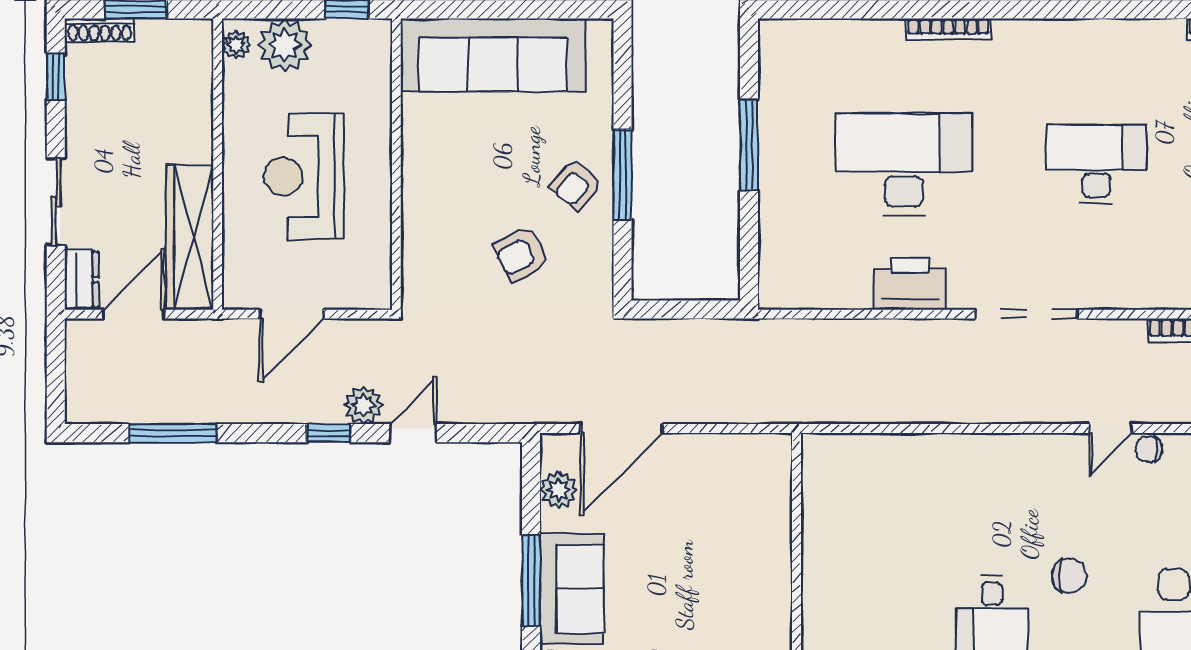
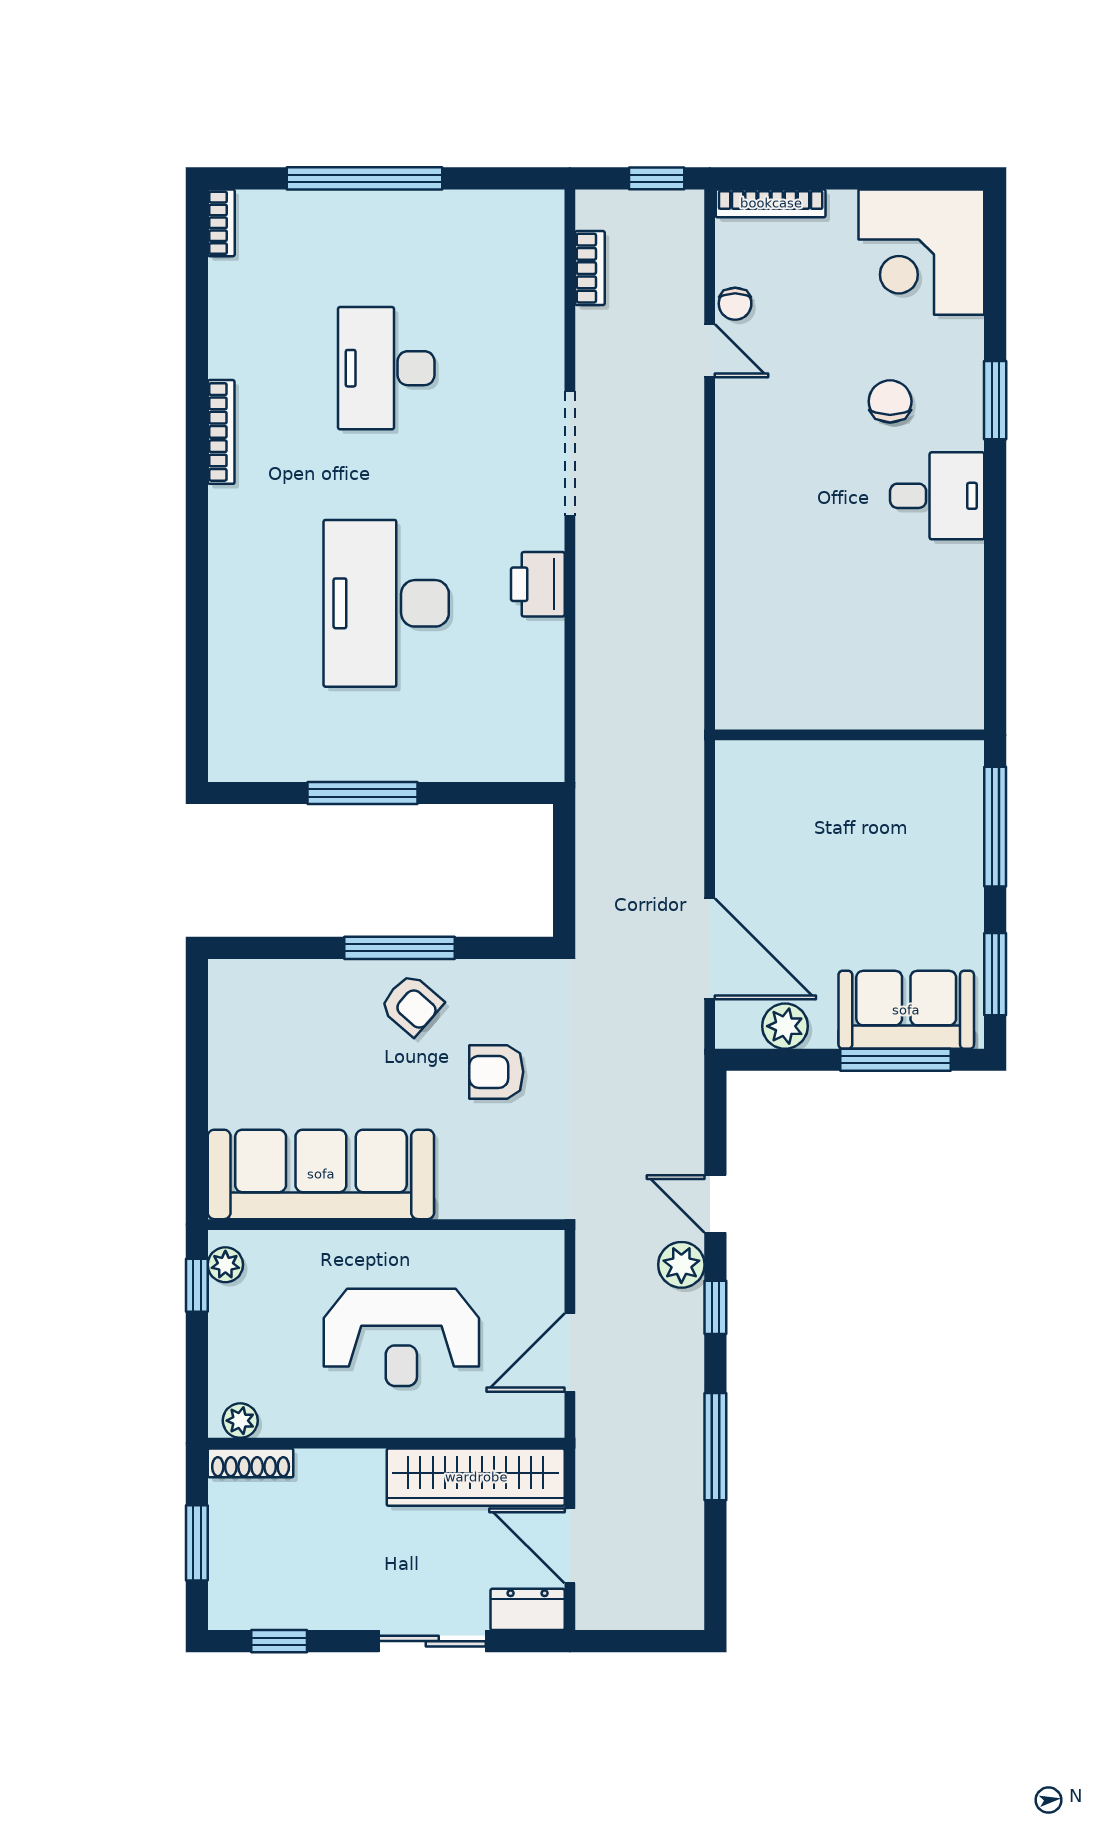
bookcase: (948, 29) -> (221, 432), moved
shoe rack: (100, 30) -> (251, 1463), moved, turned 90
plant: (285, 45) -> (225, 1265), moved, width x0.53, depth x0.53
sofa: (493, 55) -> (321, 1174), moved, turned -90
armchair: (521, 254) -> (496, 1072), turned 117
printer: (910, 284) -> (538, 584), width x0.73, depth x0.84
door: (292, 314) -> (570, 1352), swing flipped
window: (173, 433) -> (715, 1447), moved

